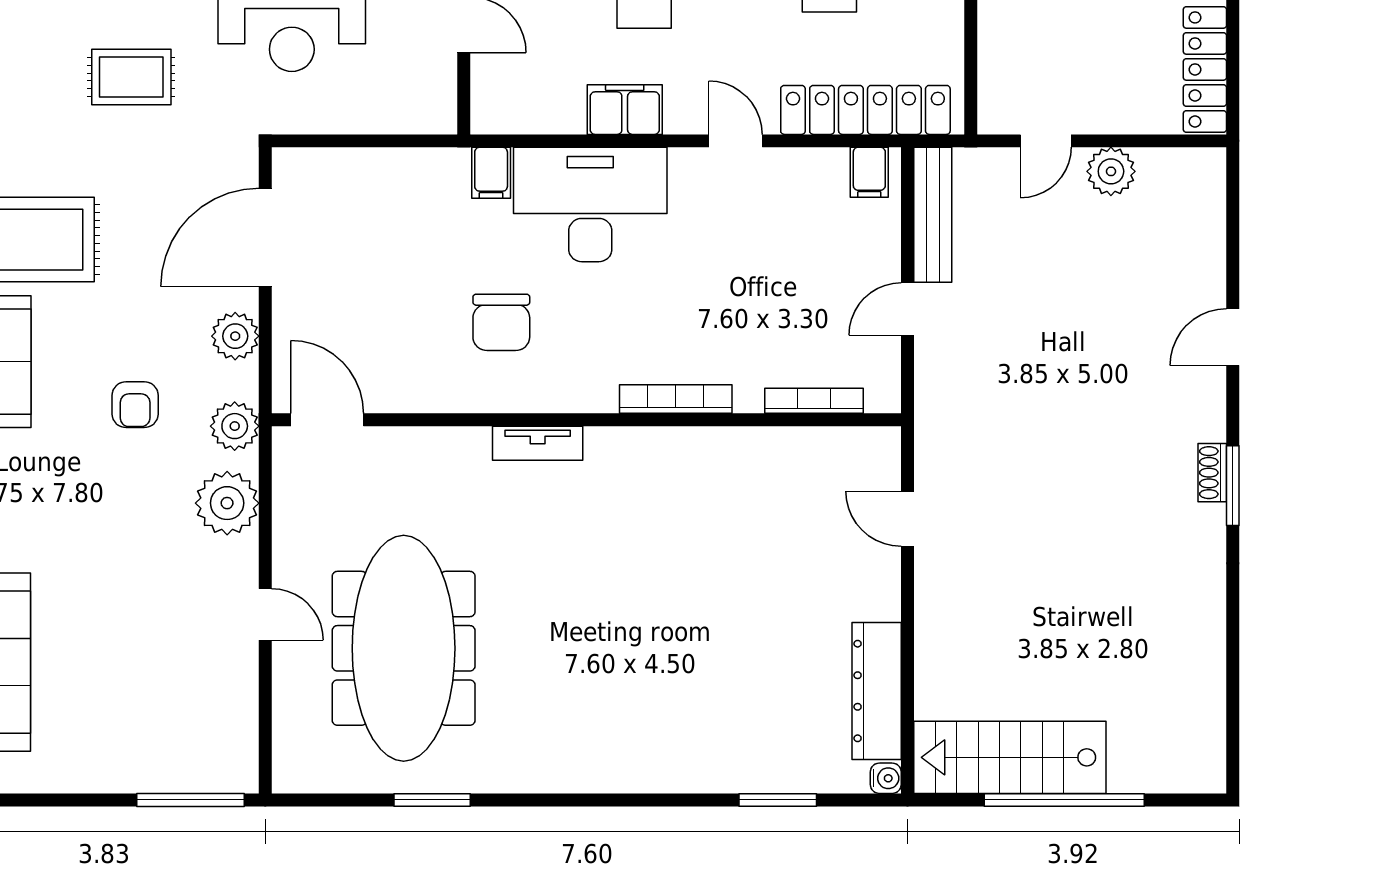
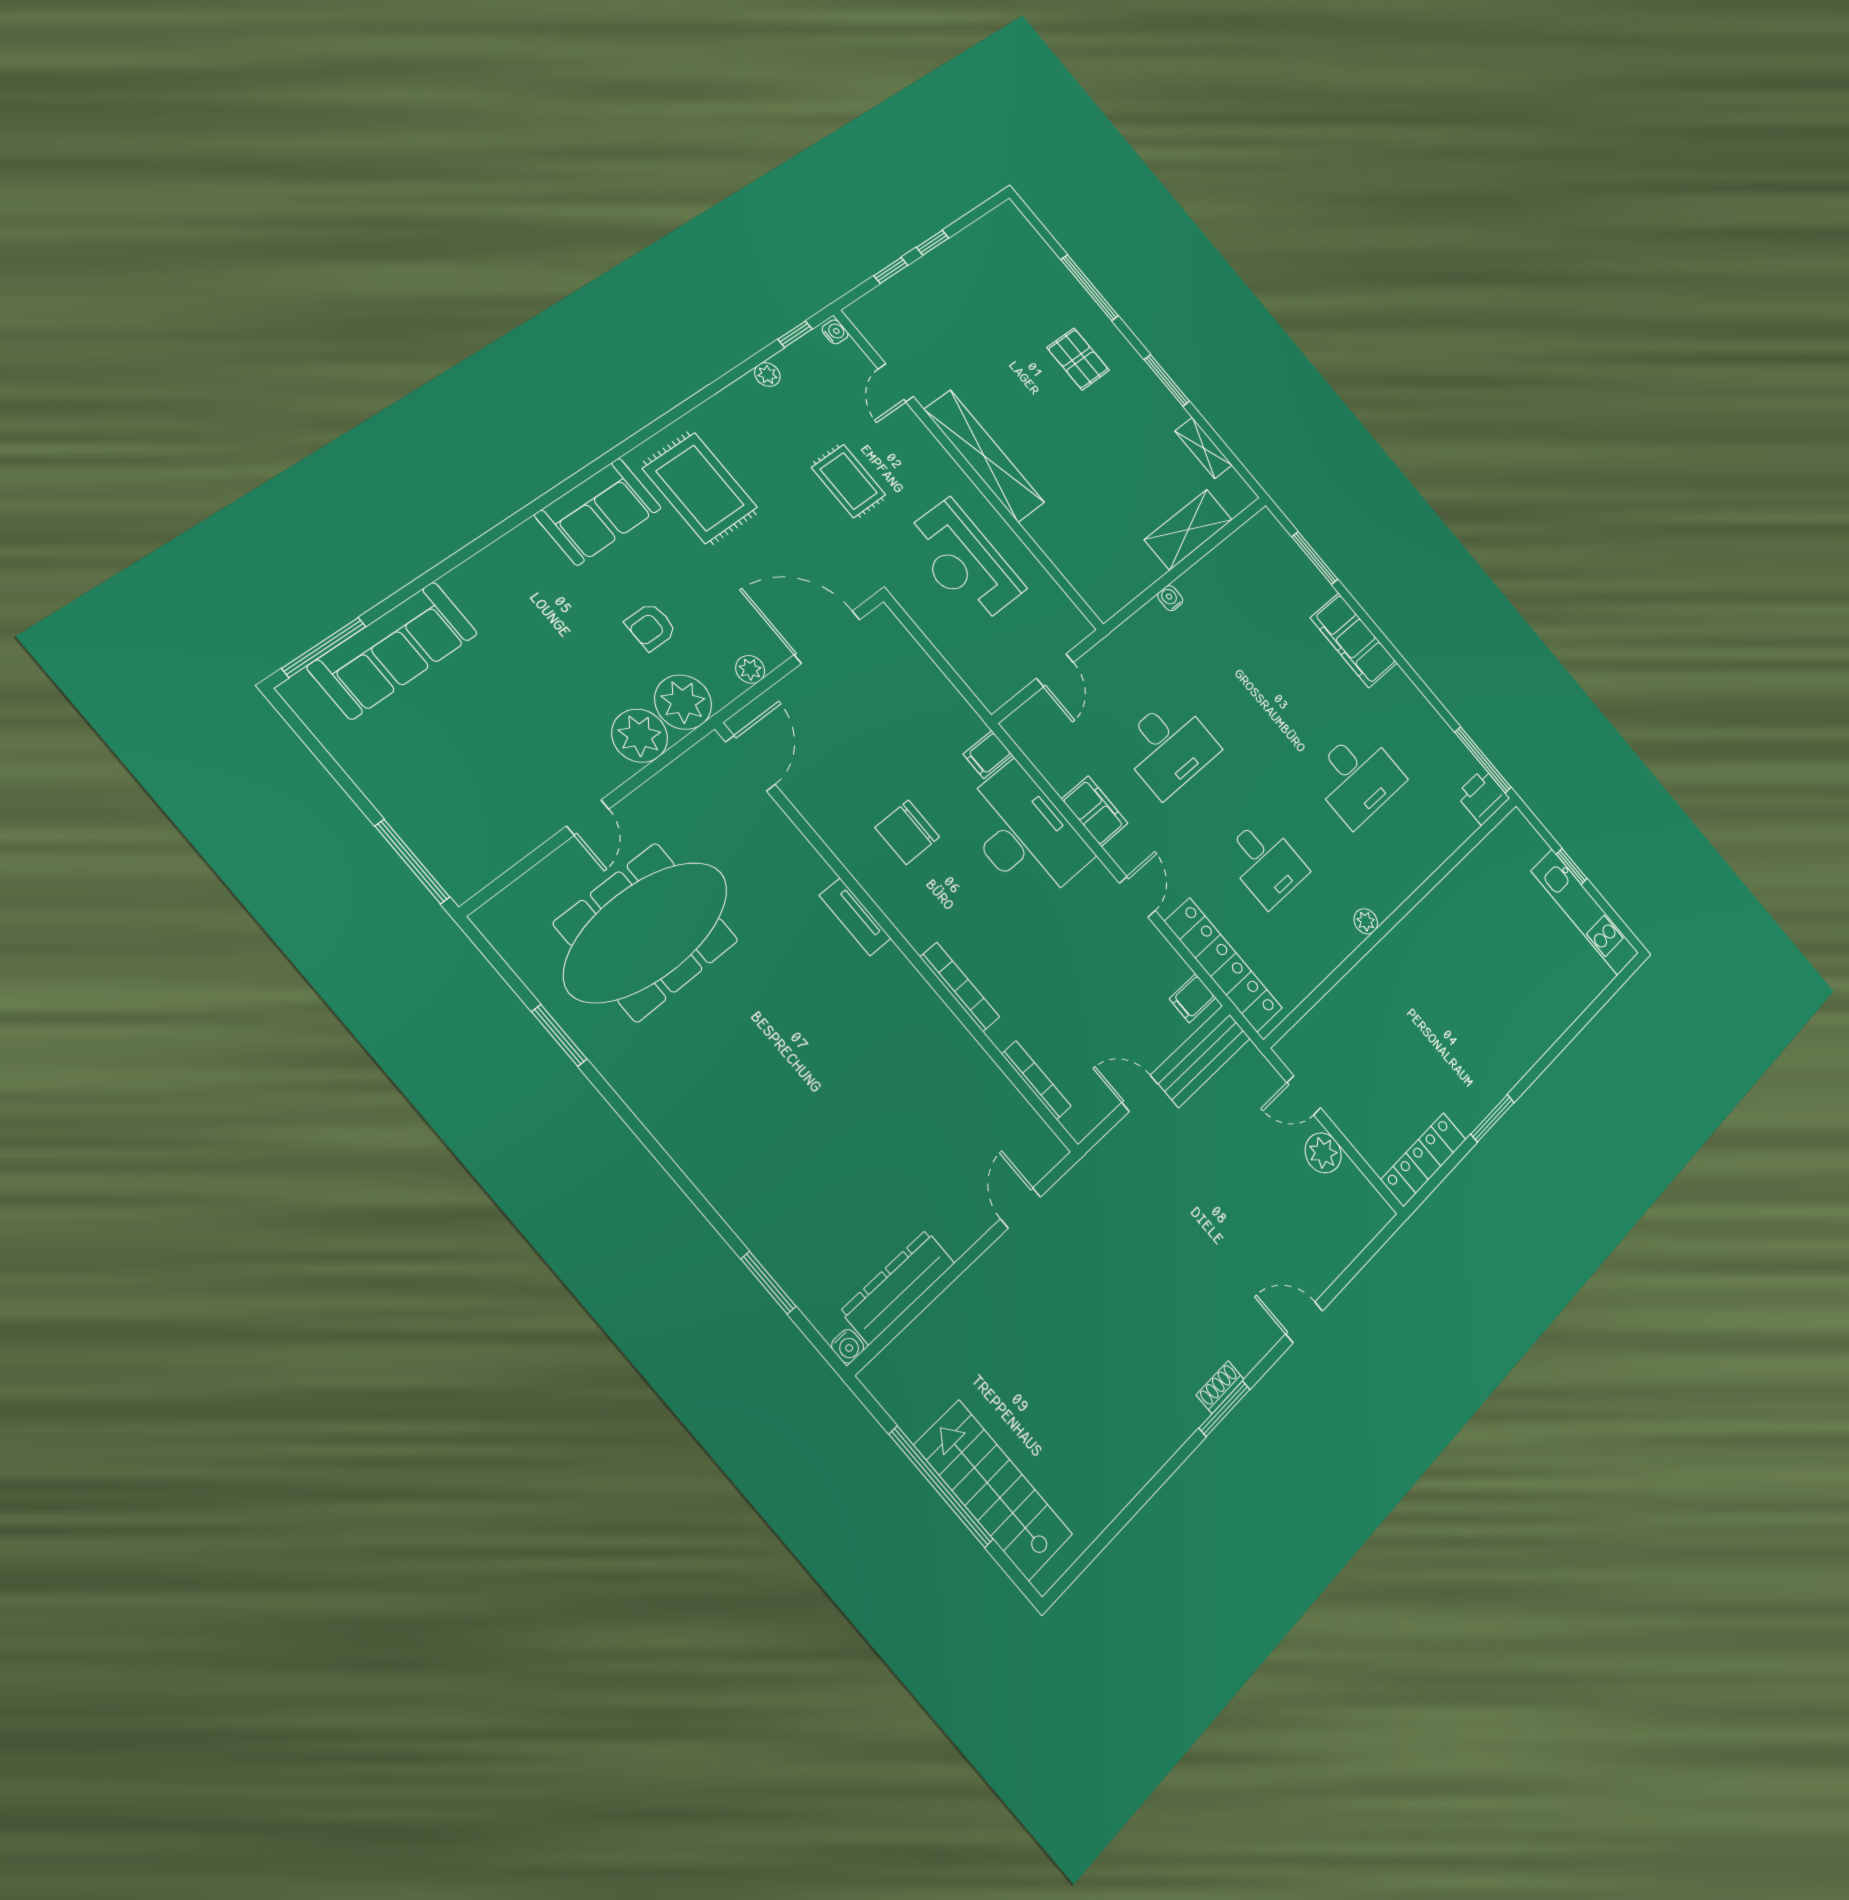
plant: (235, 336) -> (750, 669), width x0.73, depth x0.73
plant: (235, 426) -> (683, 702), width x1.36, depth x1.36
stairs: (1010, 757) -> (993, 1490), moved

